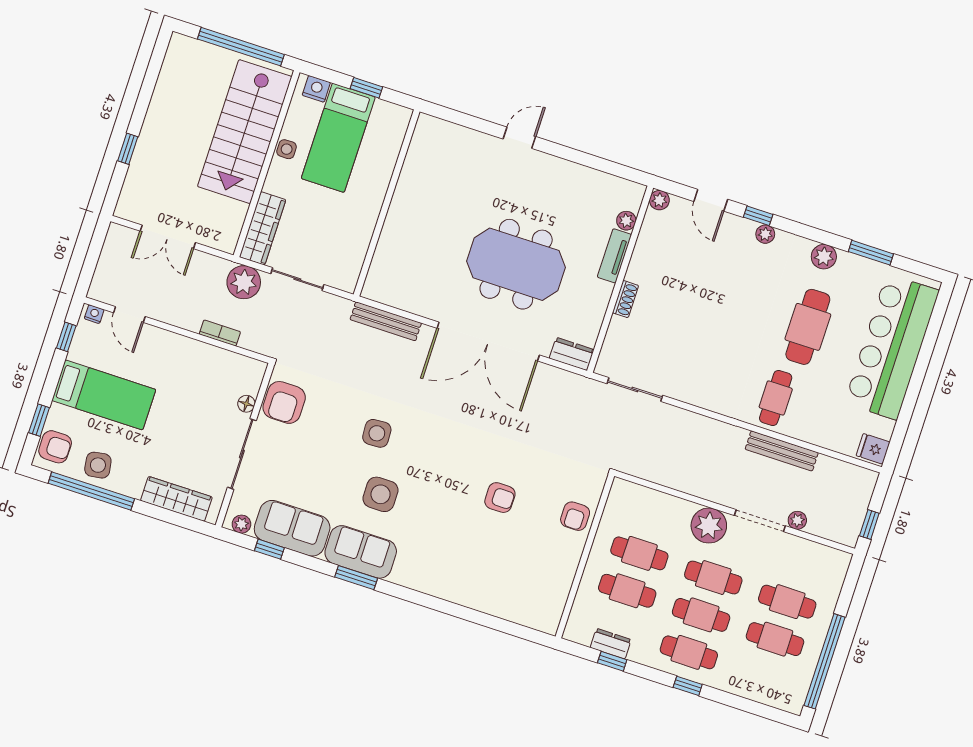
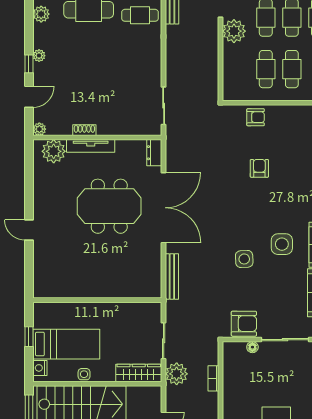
plant: (626, 221) -> (54, 151), width x1.88, depth x1.88
tv unit: (614, 256) -> (91, 146), width x1.41
meeting table: (516, 264) -> (109, 206), turned 90
shoe rack: (625, 299) -> (84, 130), moved

